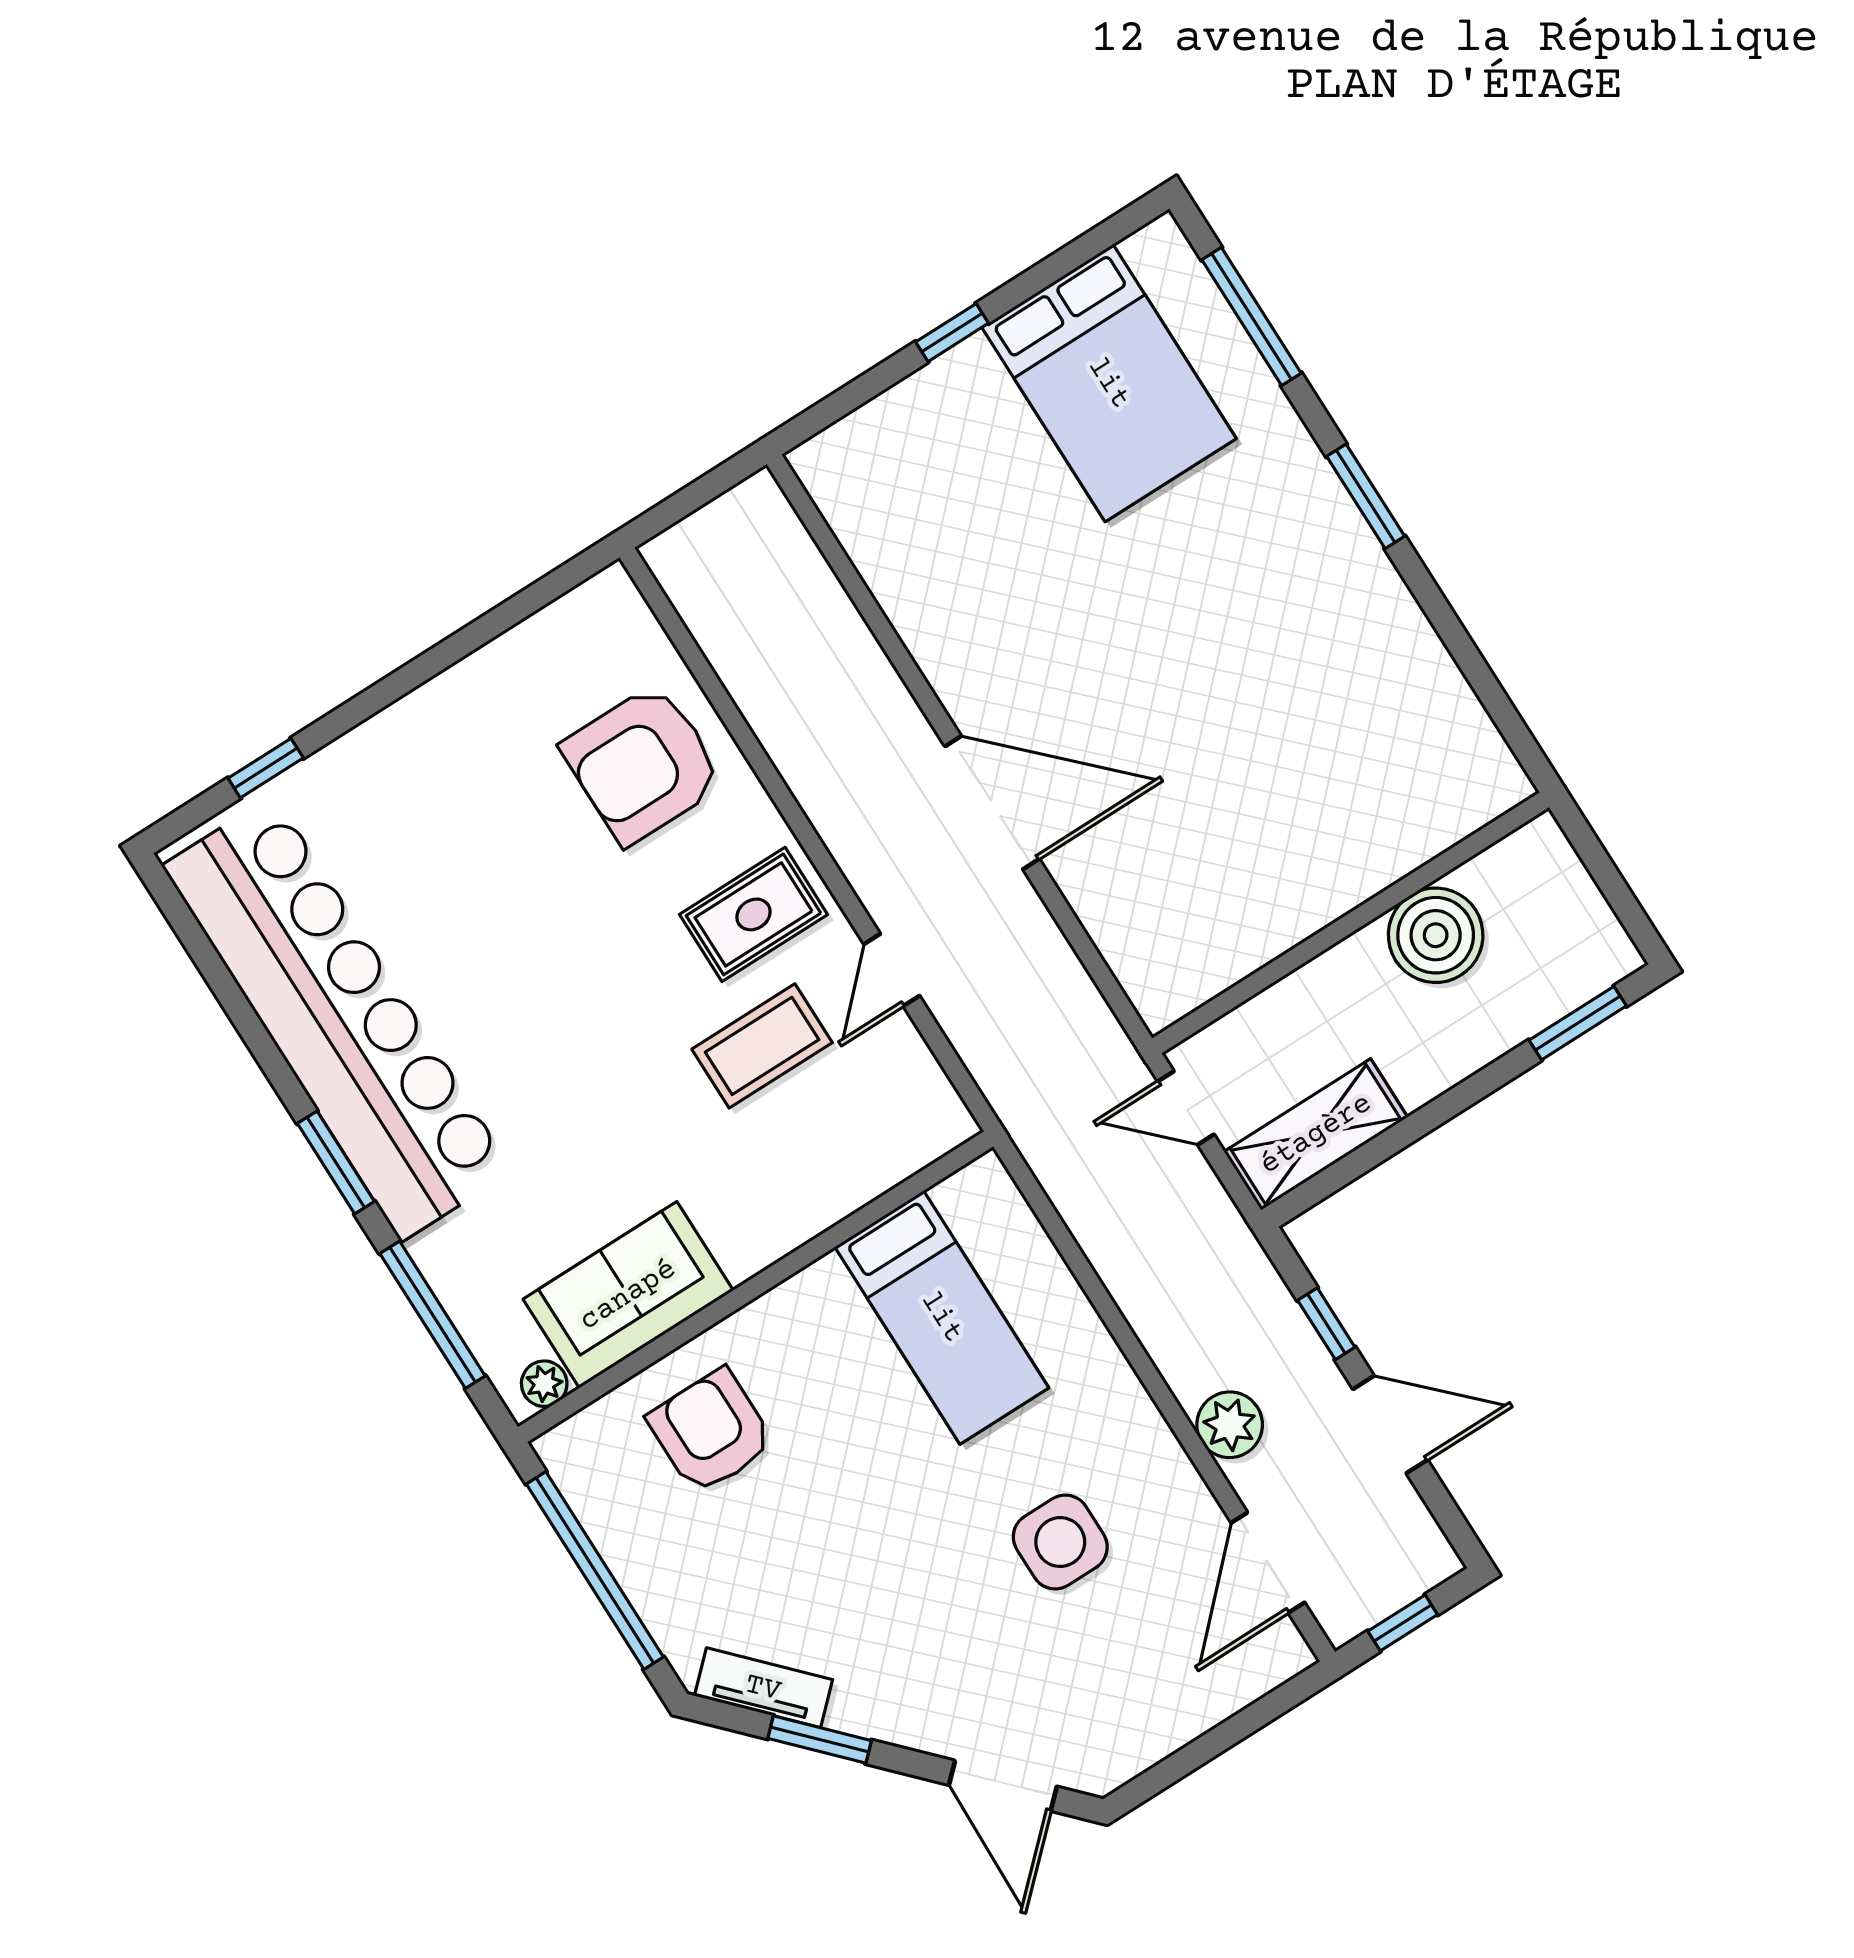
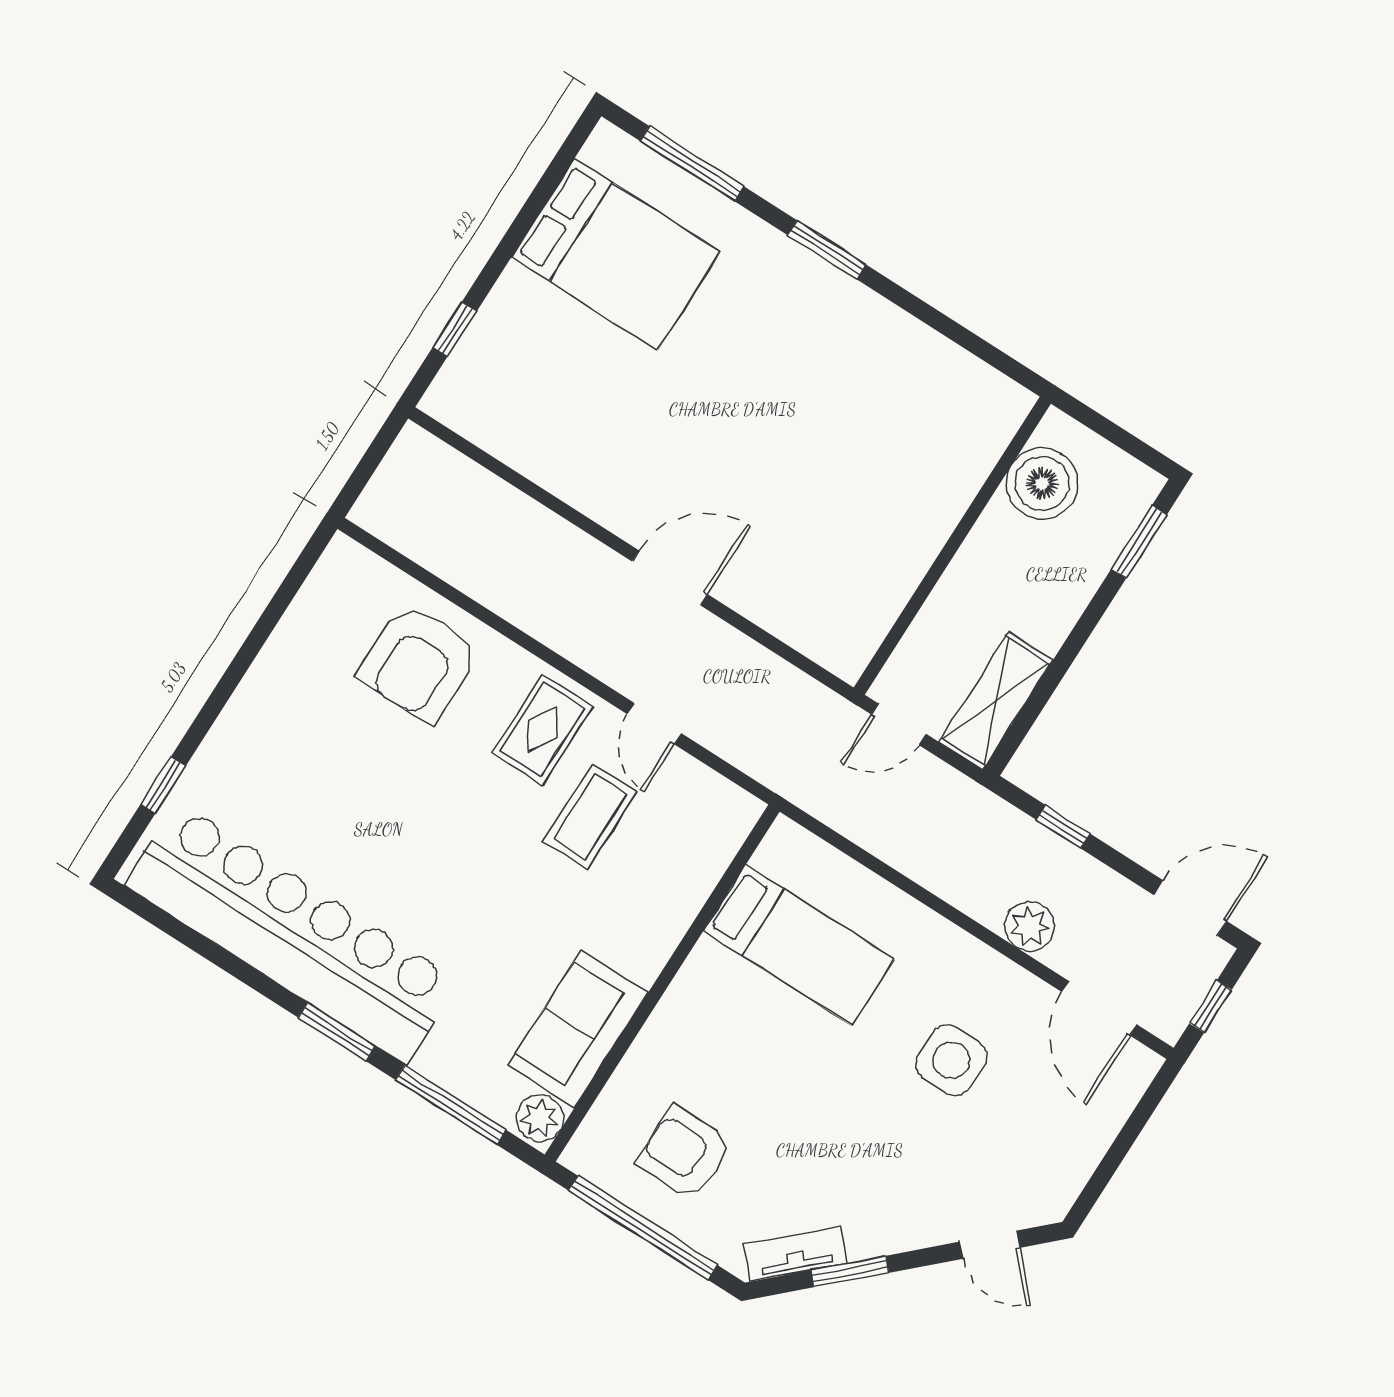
window: (952, 333) -> (455, 329), moved
door: (992, 803) -> (670, 578), width x0.73
boiler: (1436, 935) -> (1042, 483), moved
plant: (544, 1384) -> (540, 1118), width x1.38, depth x1.38
door: (1390, 1425) -> (1190, 908), moved
armchair: (711, 1431) -> (685, 1153), moved
door: (1003, 1786) -> (990, 1245), width x0.73

